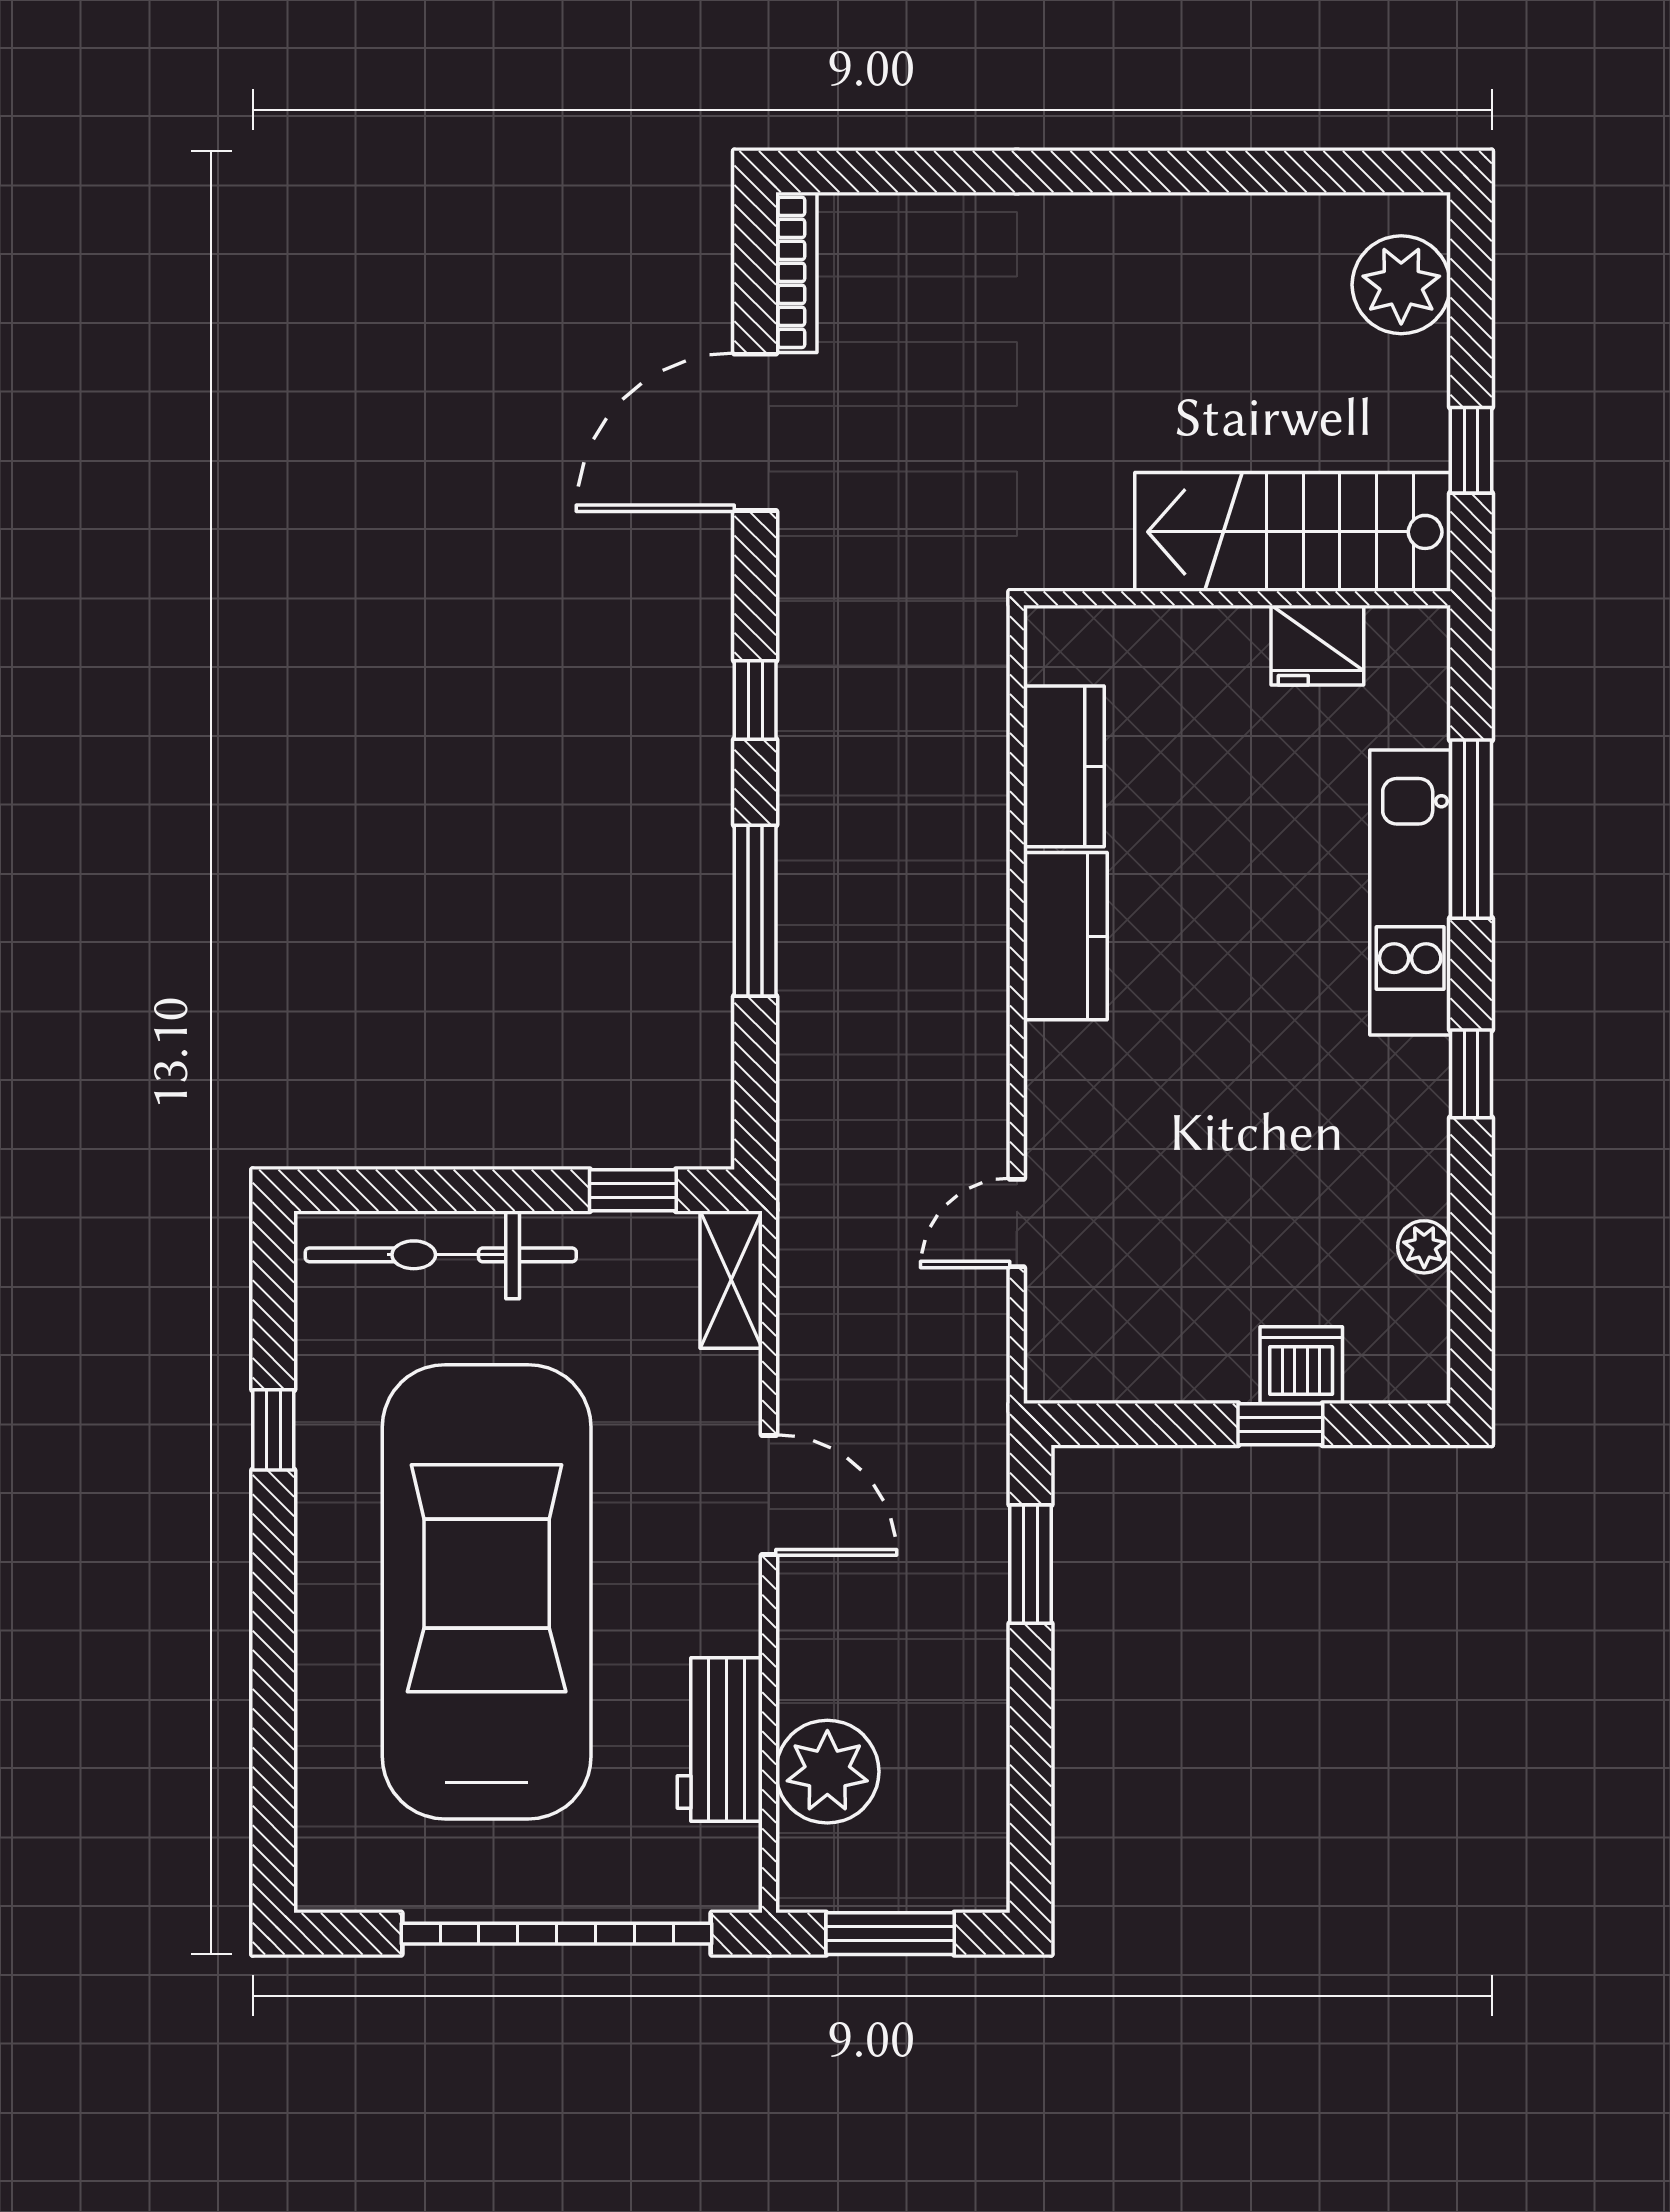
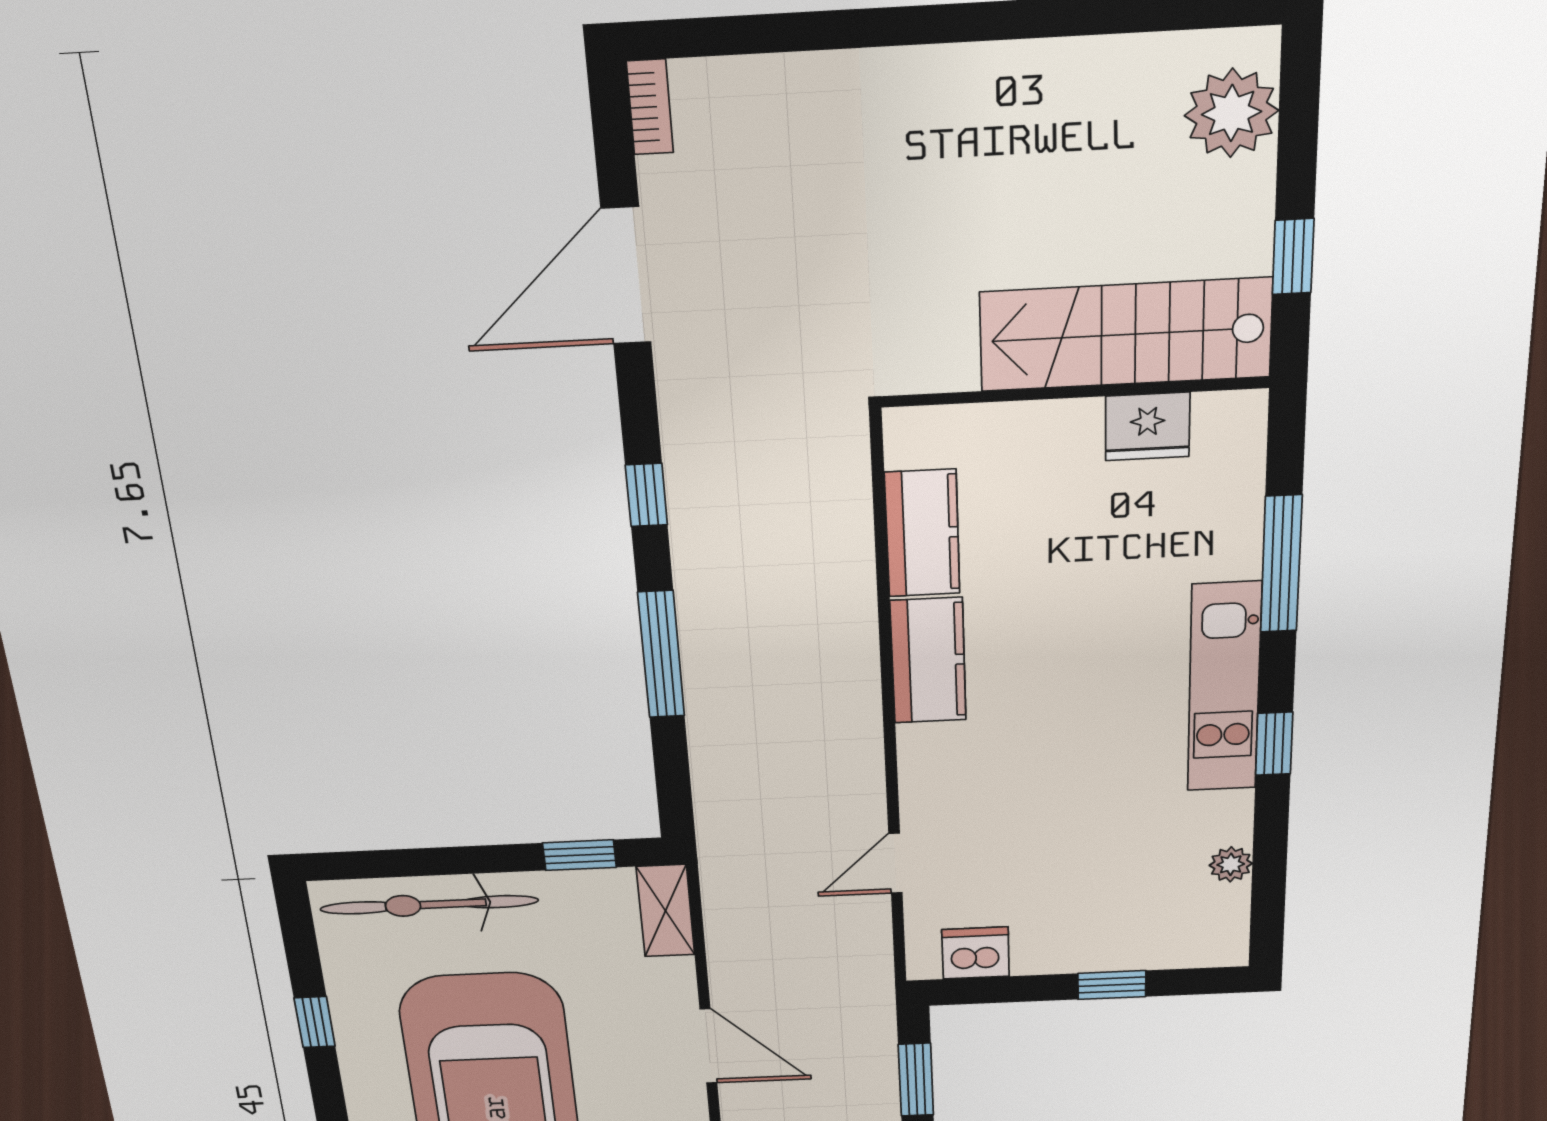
bookcase: (796, 272) -> (650, 107), width x0.64
kitchen unit: (1410, 892) -> (1224, 688), moved
dishwasher: (1301, 1365) -> (976, 953), moved

